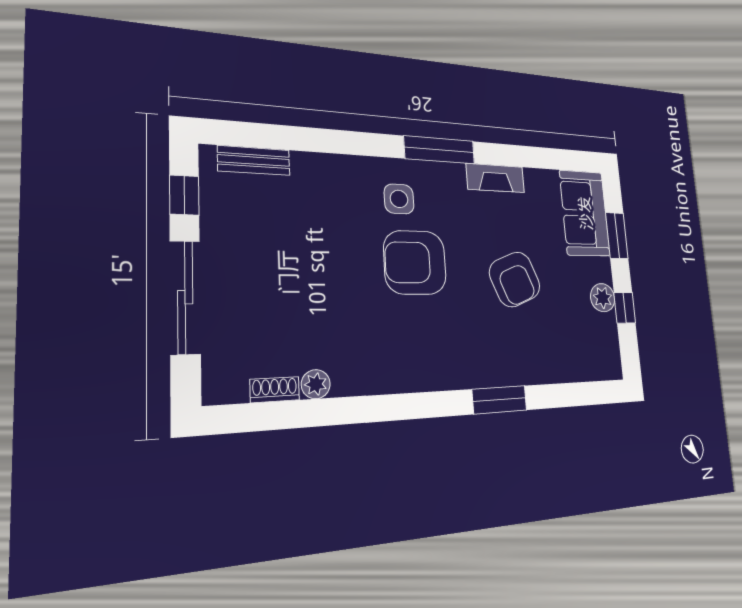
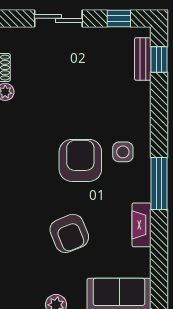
window: (254, 135) -> (159, 60), added
armchair: (515, 279) -> (69, 233), turned -90
sliding door: (185, 297) -> (58, 18), width x0.73

